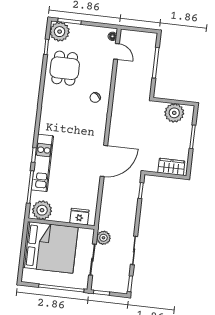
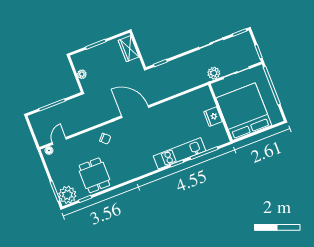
dining table: (65, 68) -> (94, 175), turned 90
plant: (174, 113) -> (82, 74), width x0.53, depth x0.53
door: (104, 161) -> (135, 112), moved
plant: (42, 210) -> (218, 134), removed
fridge: (79, 217) -> (213, 117), moved

